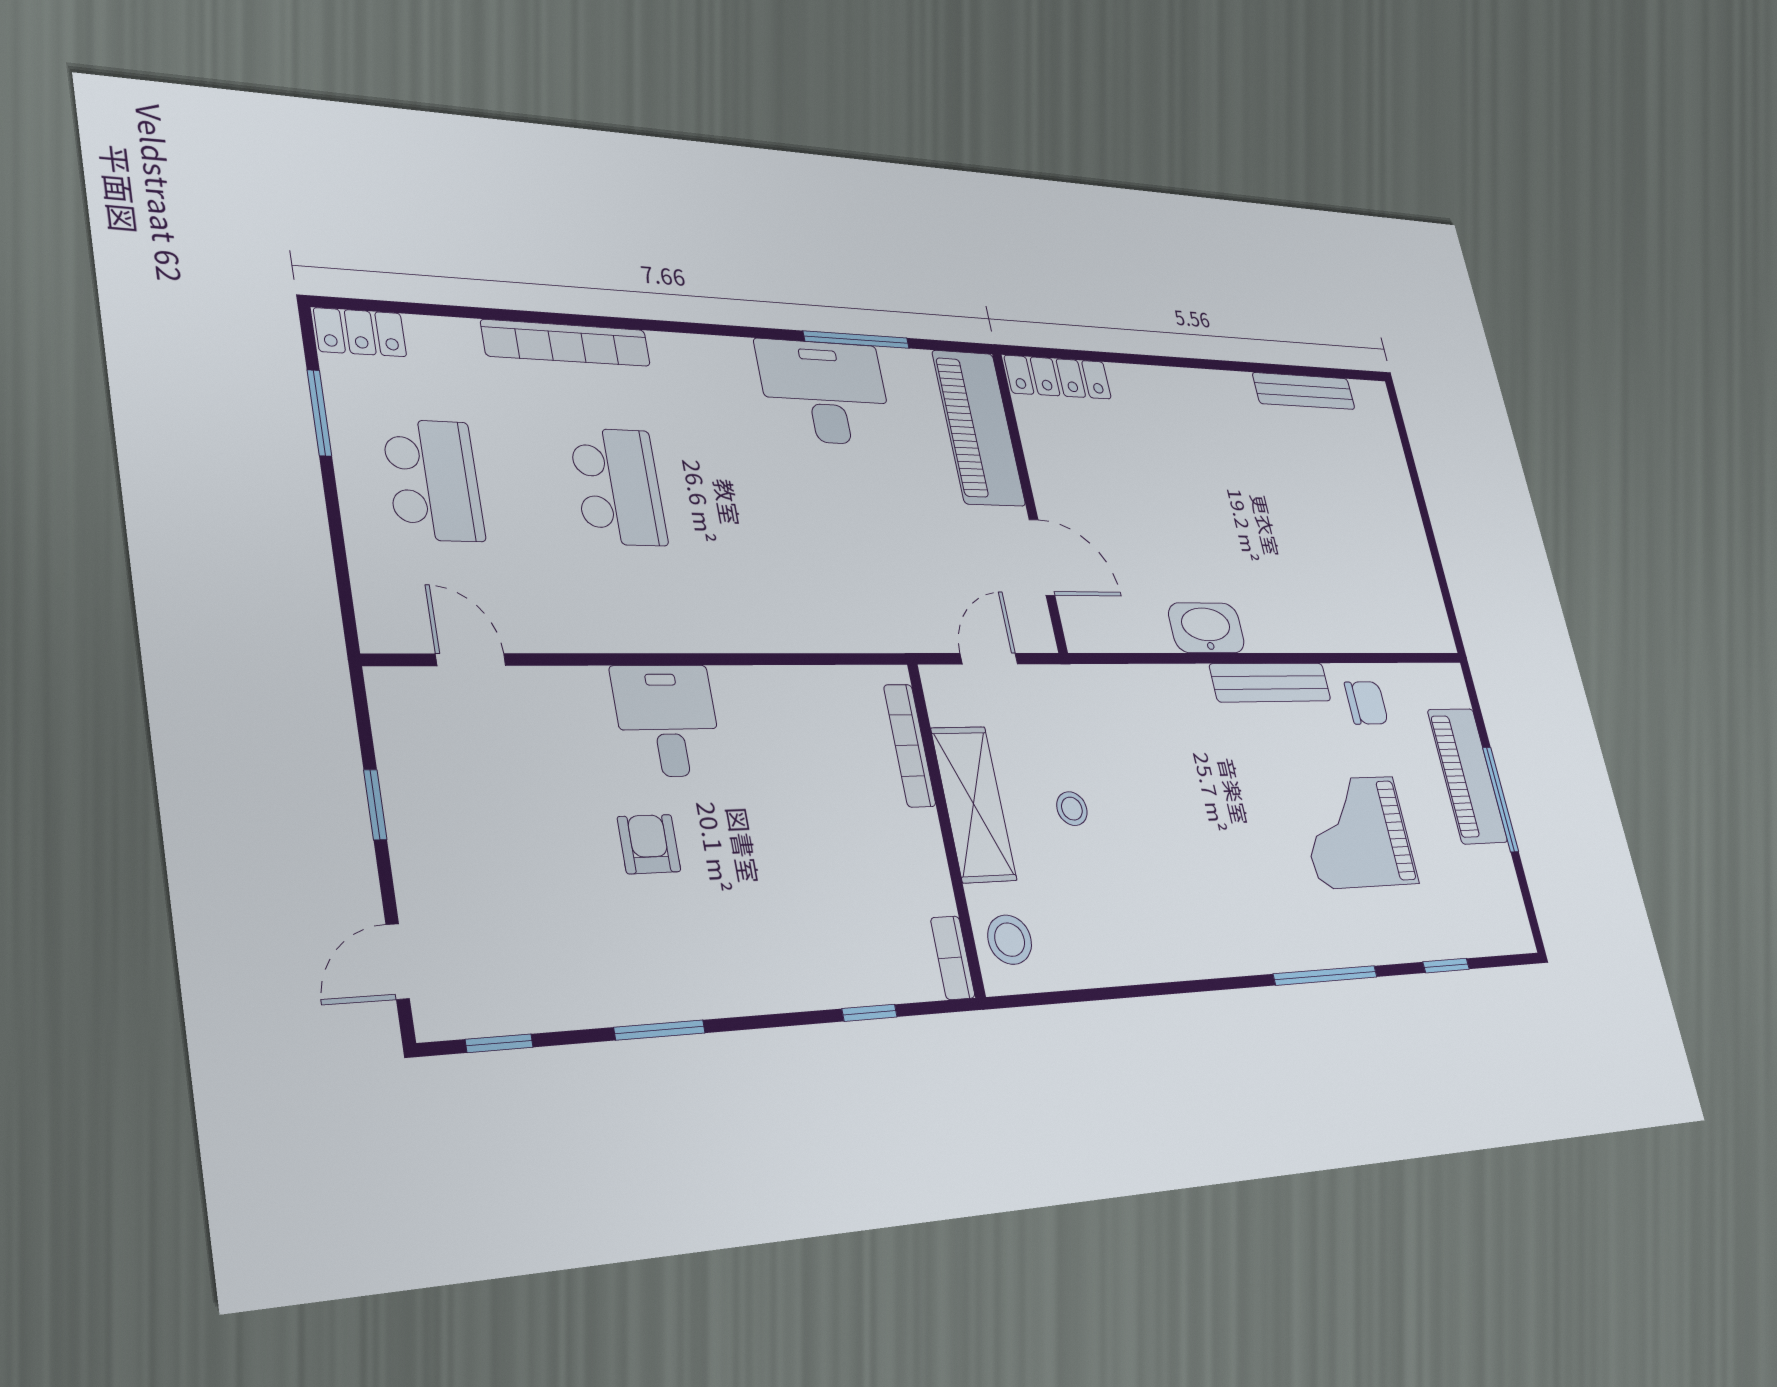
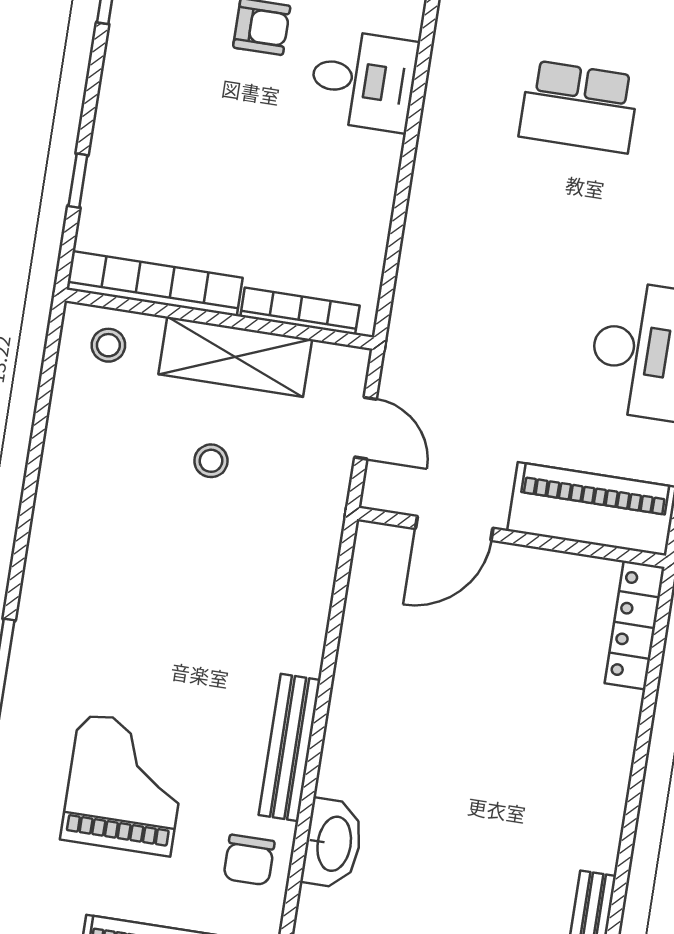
washbasin: (1206, 628) -> (333, 843), moved
stool: (1010, 940) -> (108, 345), width x0.73, depth x0.73
bookcase: (953, 958) -> (155, 284), width x2.31, depth x1.31

